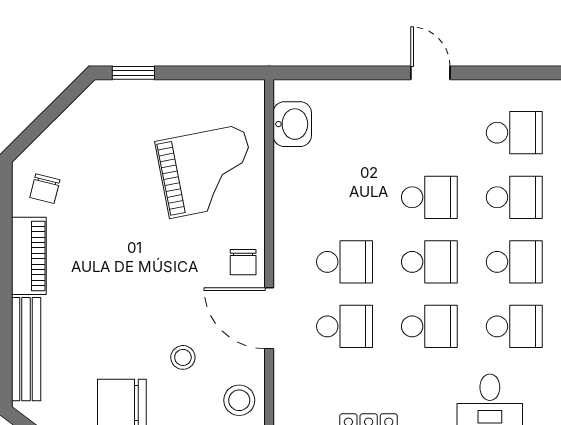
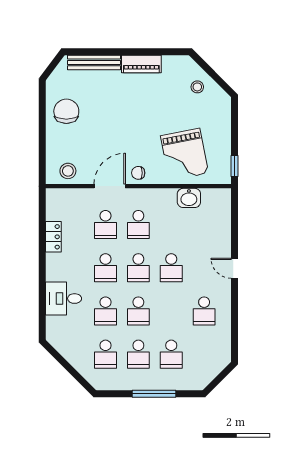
window: (133, 73) -> (235, 166), moved
door: (430, 73) -> (235, 268), swing flipped
washbasin: (292, 124) -> (189, 198), moved
chair: (45, 189) -> (176, 72), removed
school desk: (514, 197) -> (171, 311), removed
stool: (183, 357) -> (197, 87), moved

